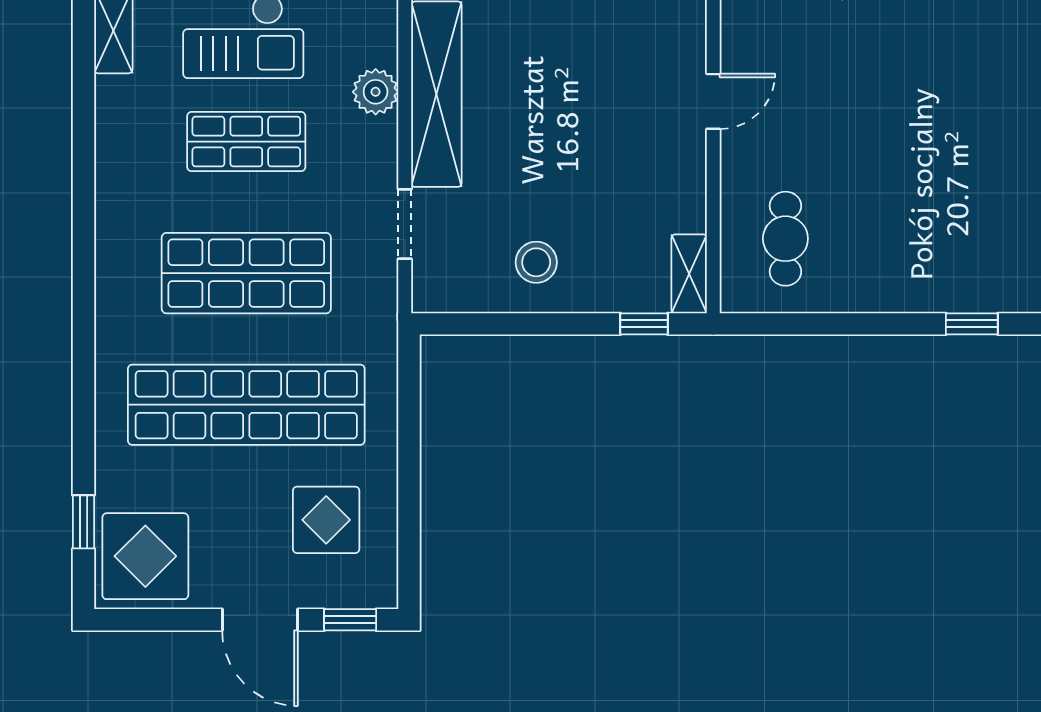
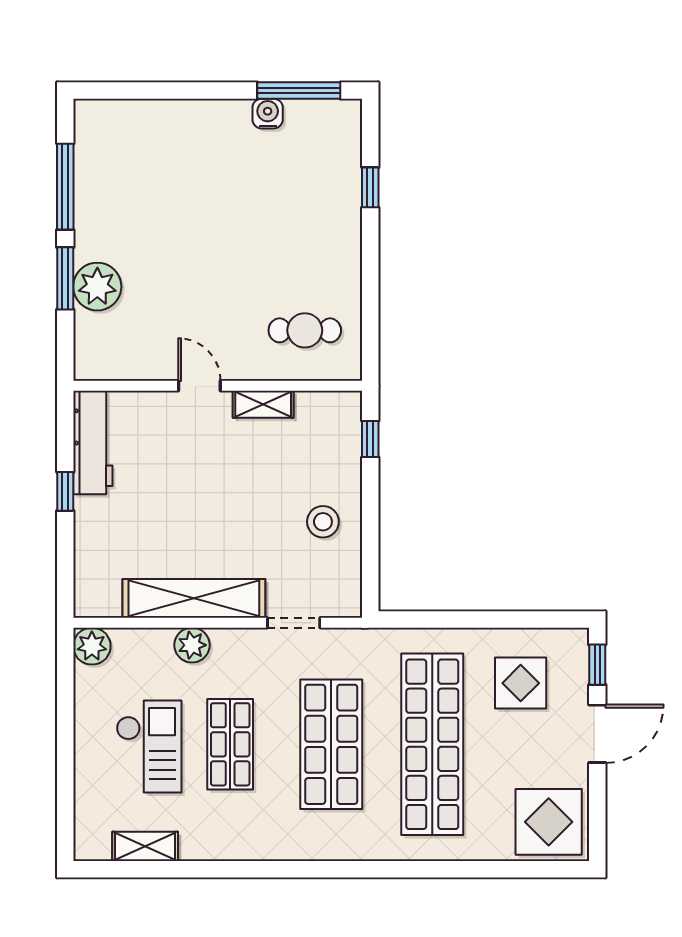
shelving: (689, 274) -> (263, 404), moved
window: (84, 522) -> (522, 869), removed

